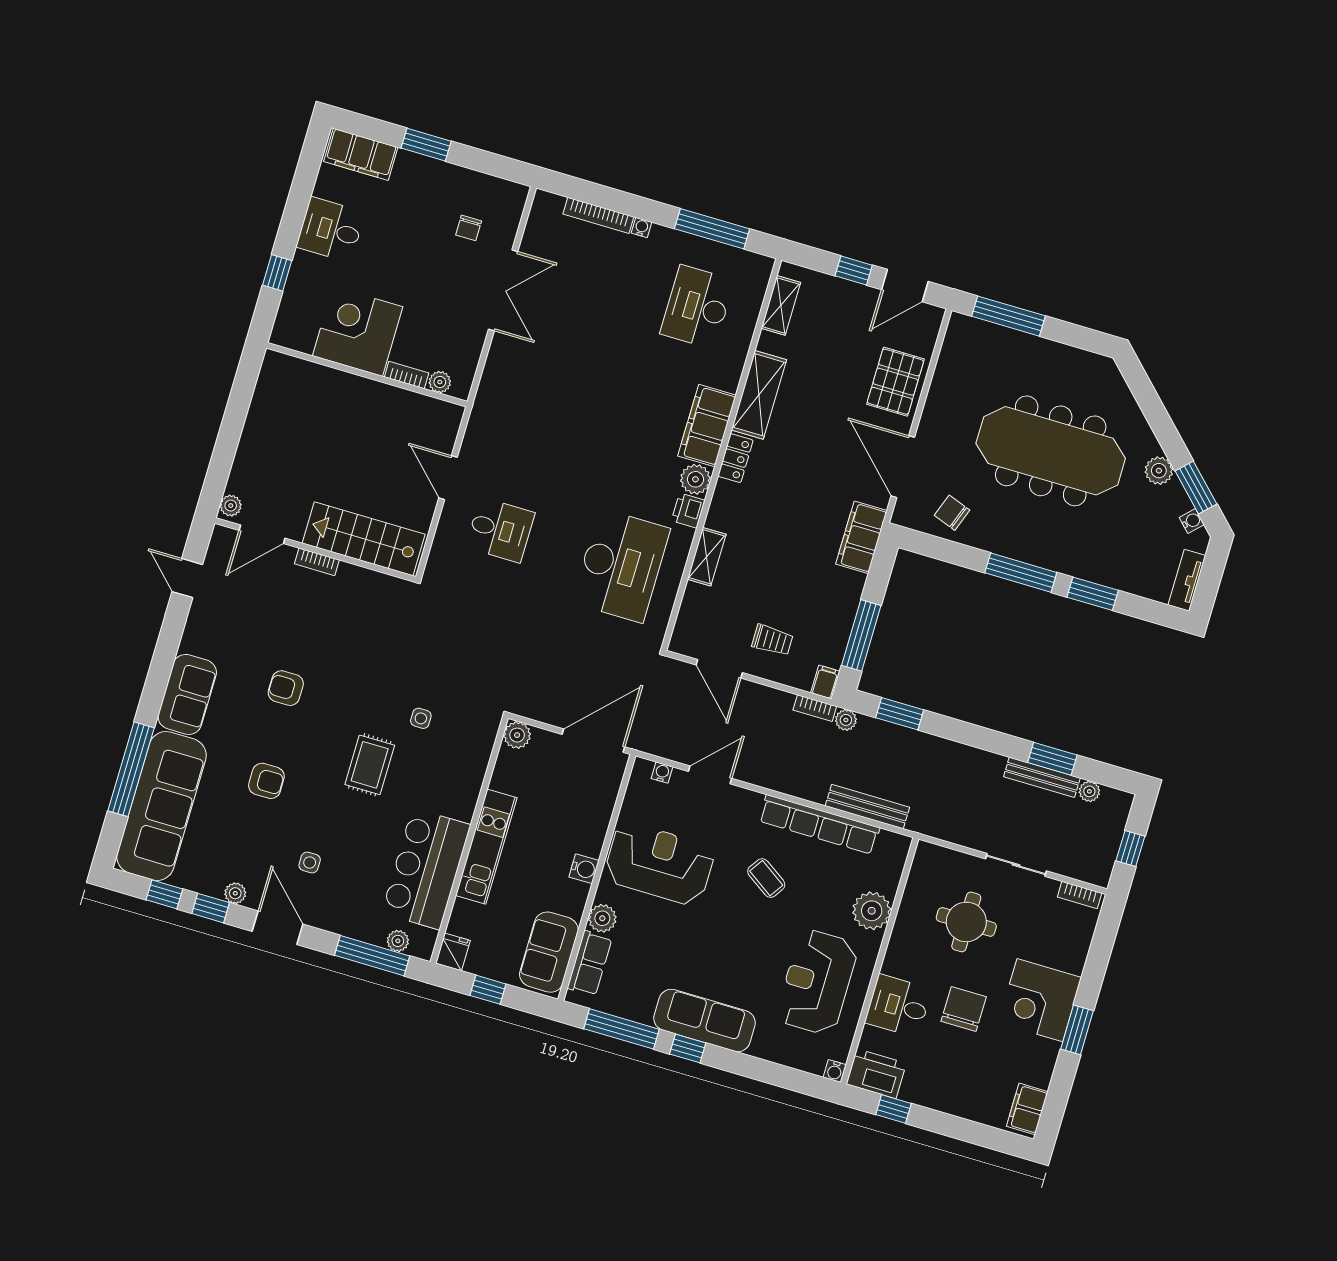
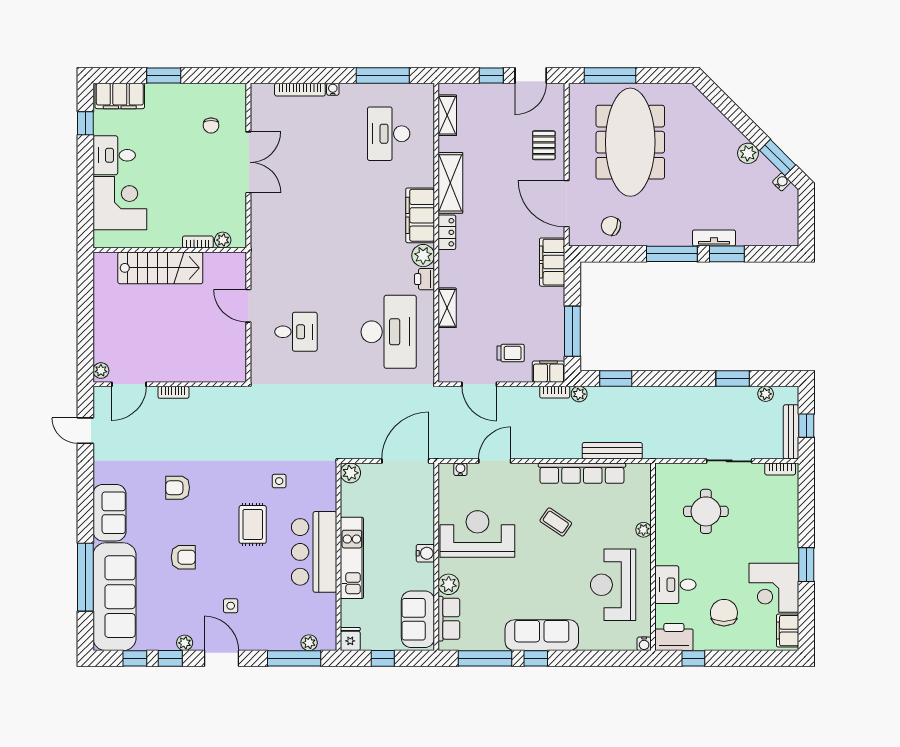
window: (277, 273) -> (85, 123), moved
corner desk: (358, 331) -> (120, 203), moved, turned 90
pallet: (895, 382) -> (544, 145), width x0.67, depth x0.71
meeting table: (1051, 451) -> (630, 142), moved, turned 90
stairs: (364, 539) -> (160, 268), moved, turned 180
tv unit: (1187, 580) -> (714, 238), moved, turned 90
filing cabinet: (825, 682) -> (549, 372), width x2.00
bench: (1042, 777) -> (791, 432), moved, turned 90
bar counter: (426, 869) -> (314, 552), moved
plant: (872, 911) -> (643, 530), width x0.53, depth x0.53
corner desk: (1040, 1000) -> (774, 588), moved
chair: (964, 1009) -> (724, 613), moved

